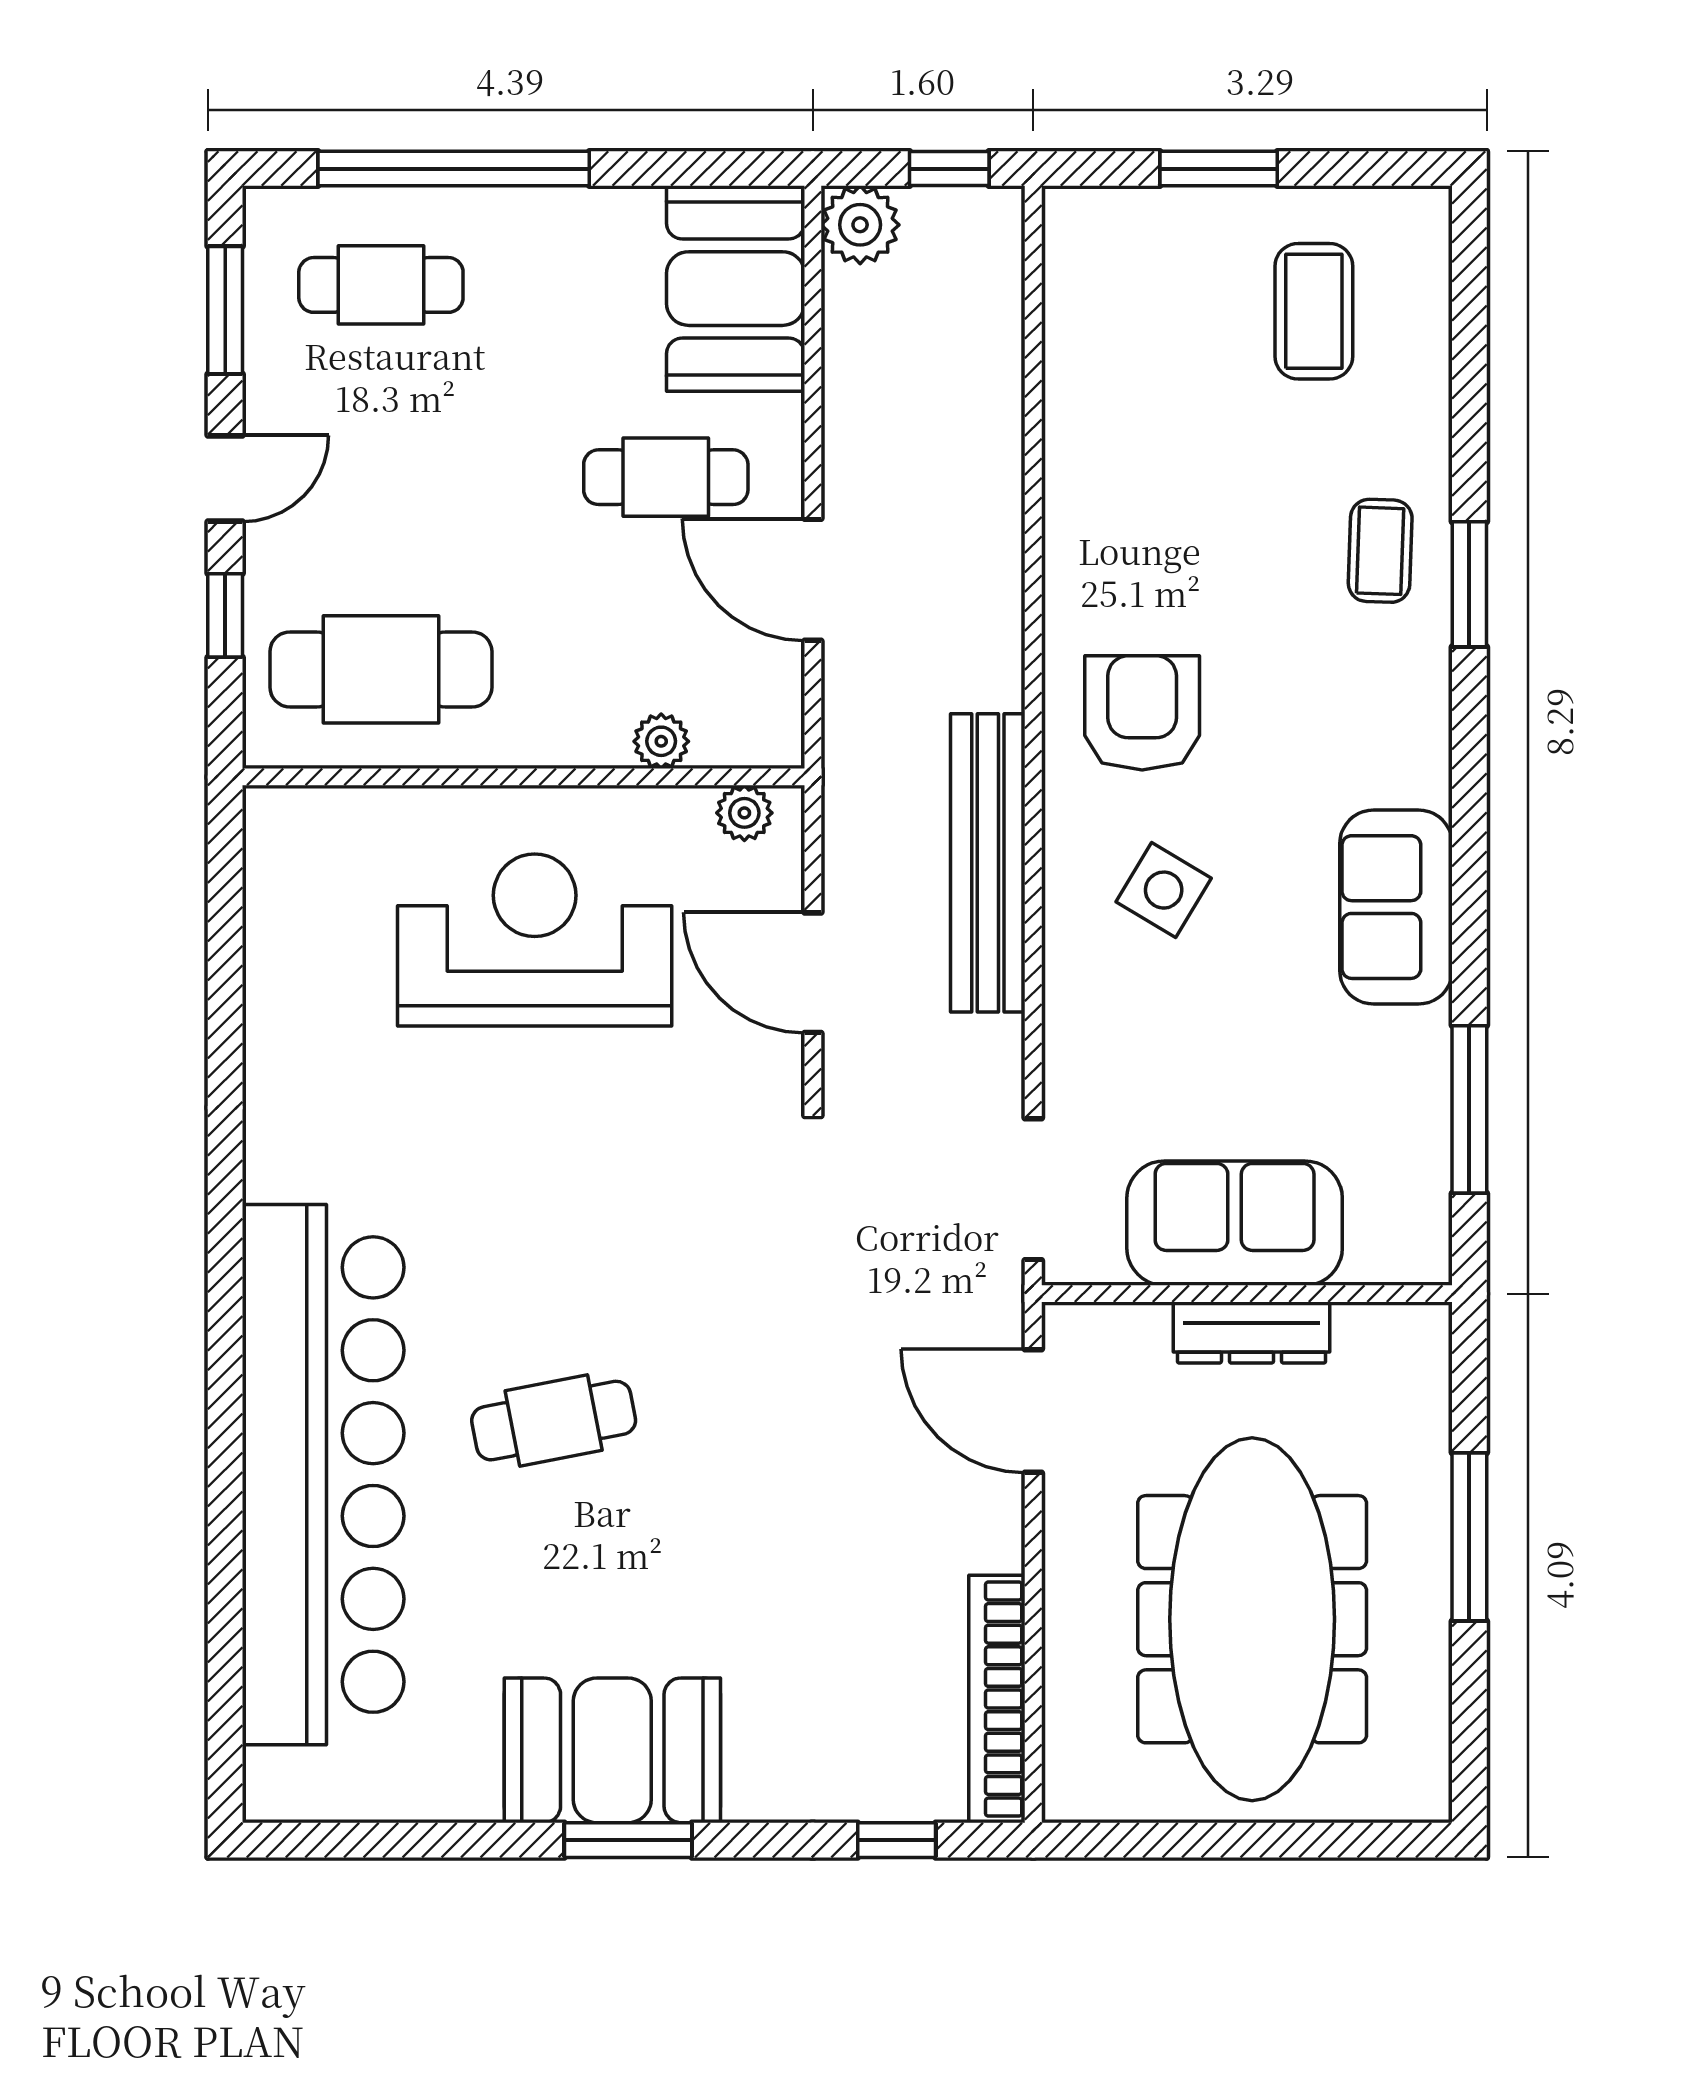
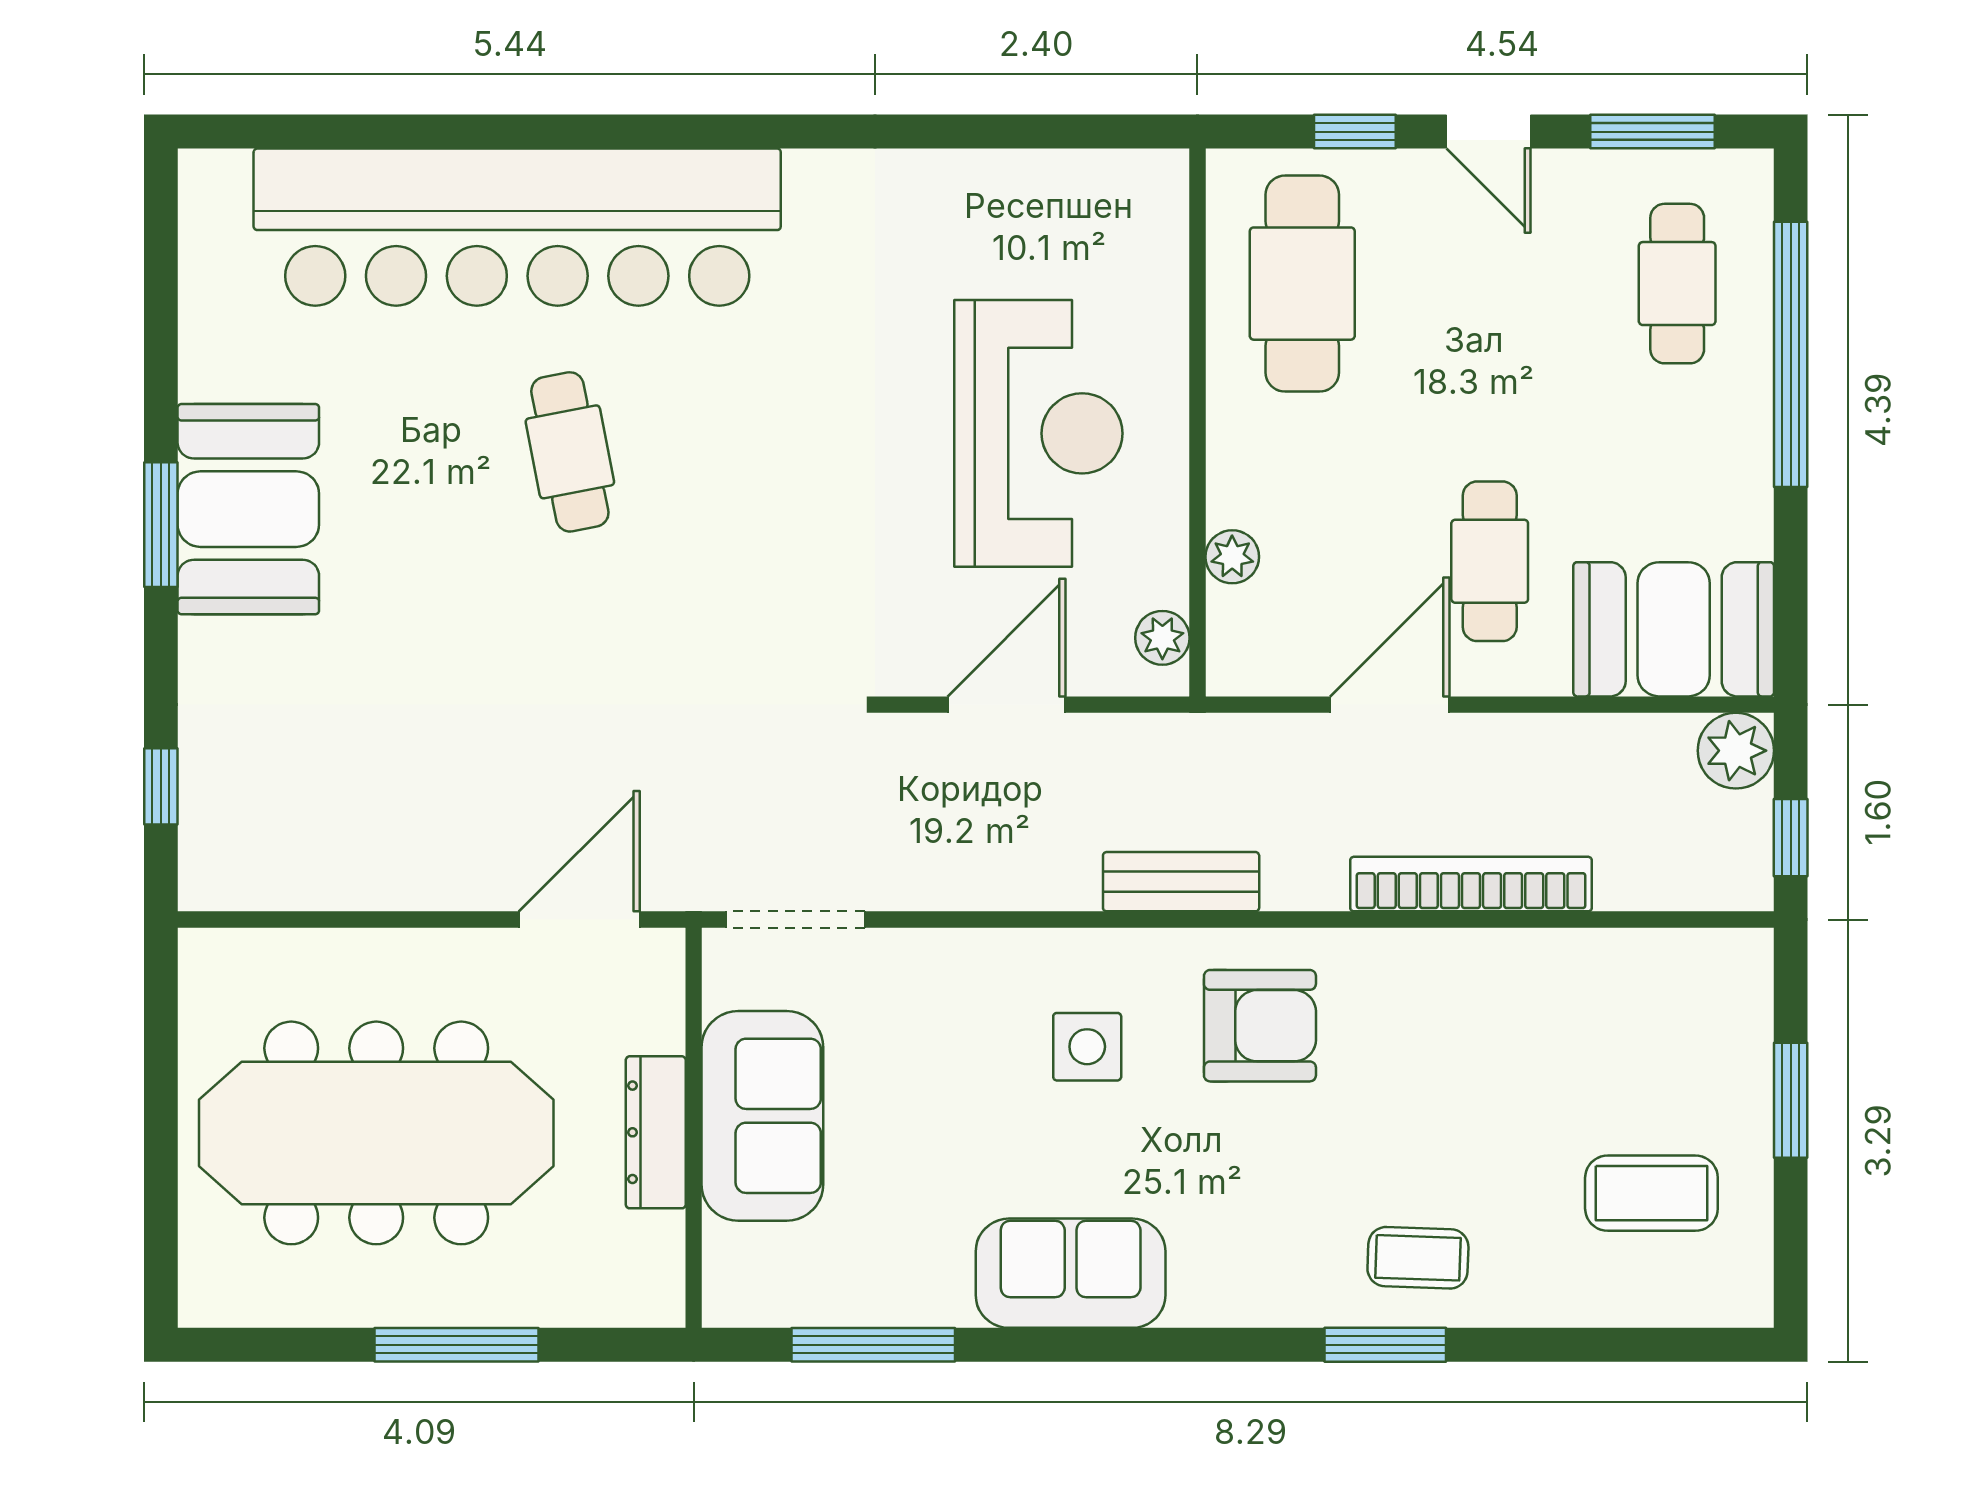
bench: (988, 863) -> (1181, 882), width x0.54, depth x0.82
side table: (1164, 890) -> (1087, 1047), turned -31
bookcase: (997, 1699) -> (1471, 884), moved

